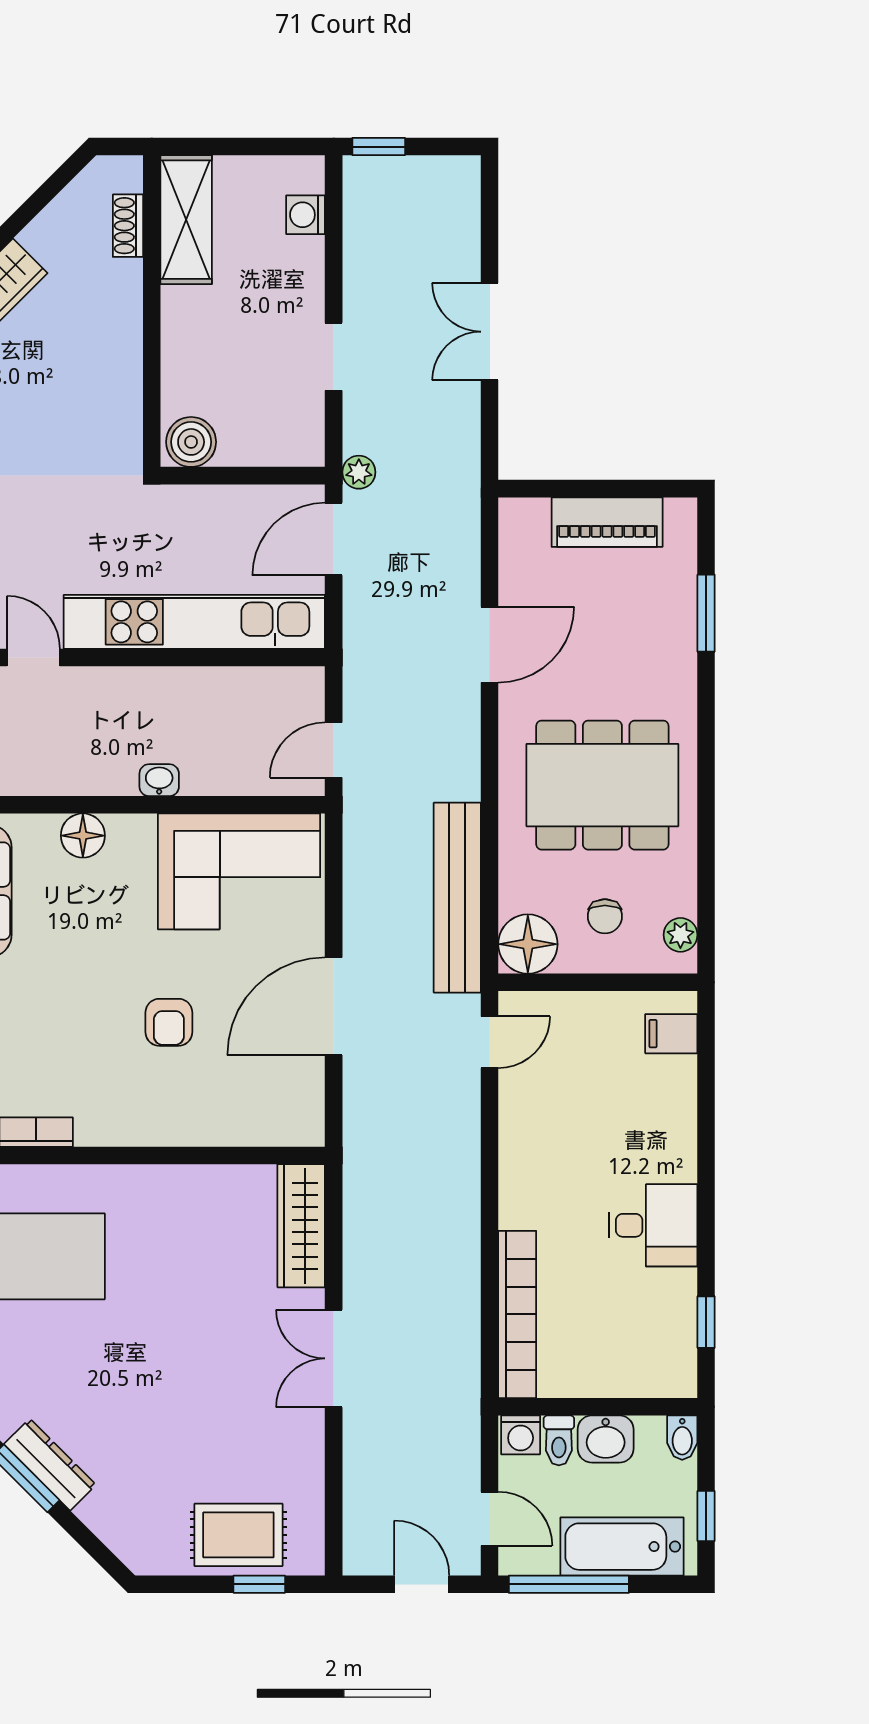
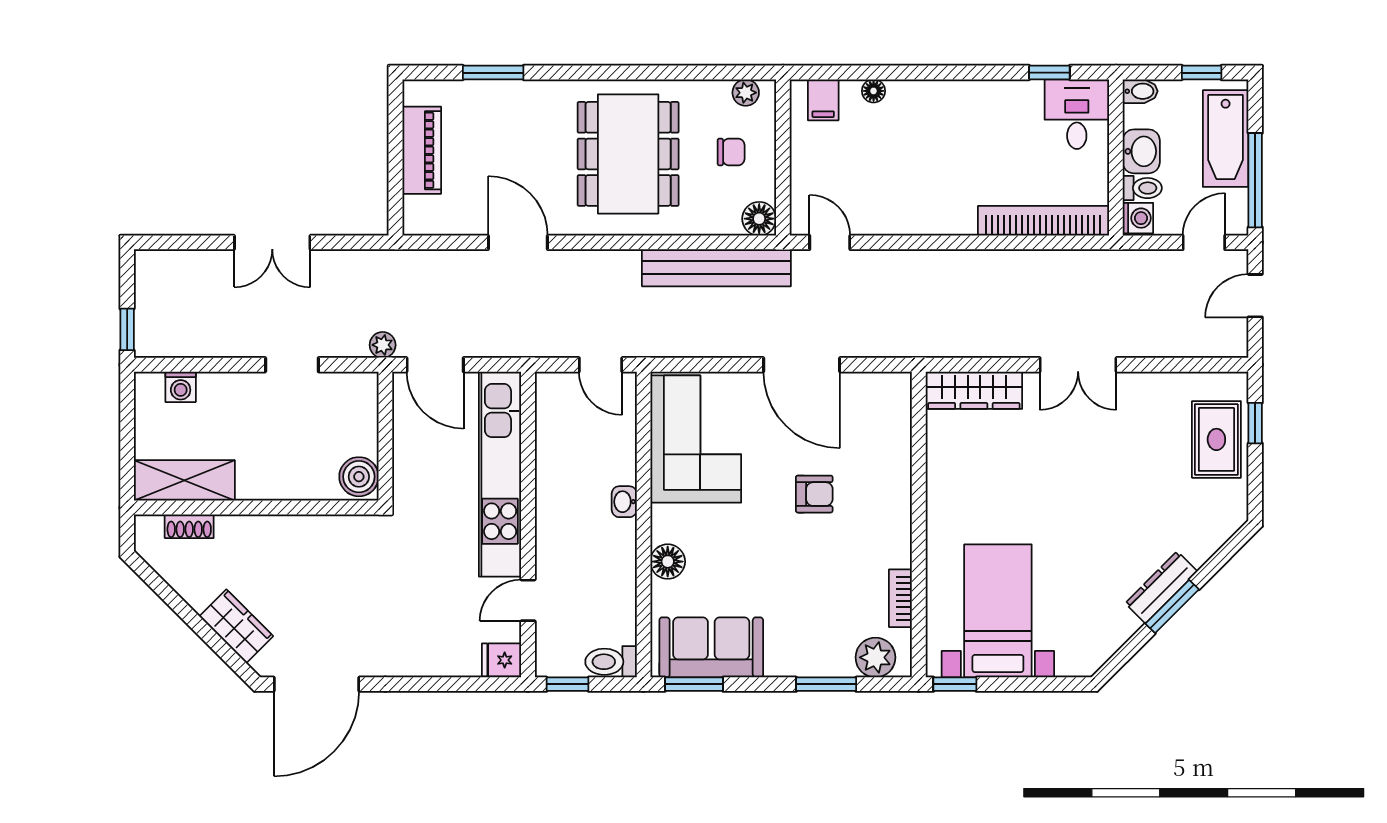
floor lamp: (528, 944) -> (759, 219), width x0.73, depth x0.73
floor lamp: (683, 1098) -> (874, 91), added
desk: (653, 1225) -> (1077, 114), moved

